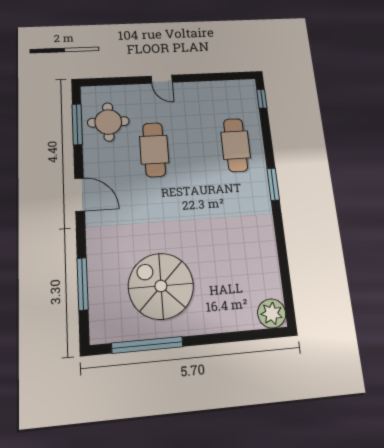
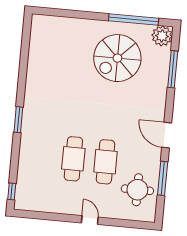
window: (77, 124) -> (163, 178), moved
cafe table: (236, 145) -> (73, 159), moved
spiral stairs: (161, 286) -> (117, 58), turned 90
plant: (272, 313) -> (162, 36), moved

